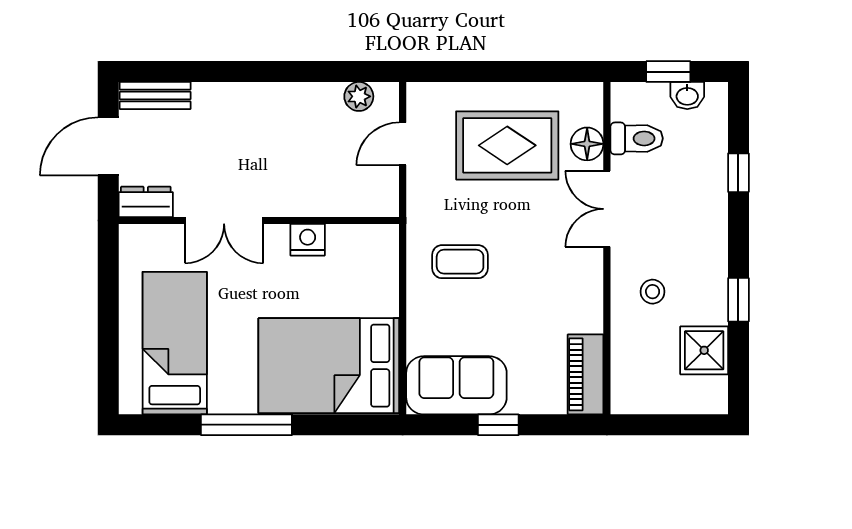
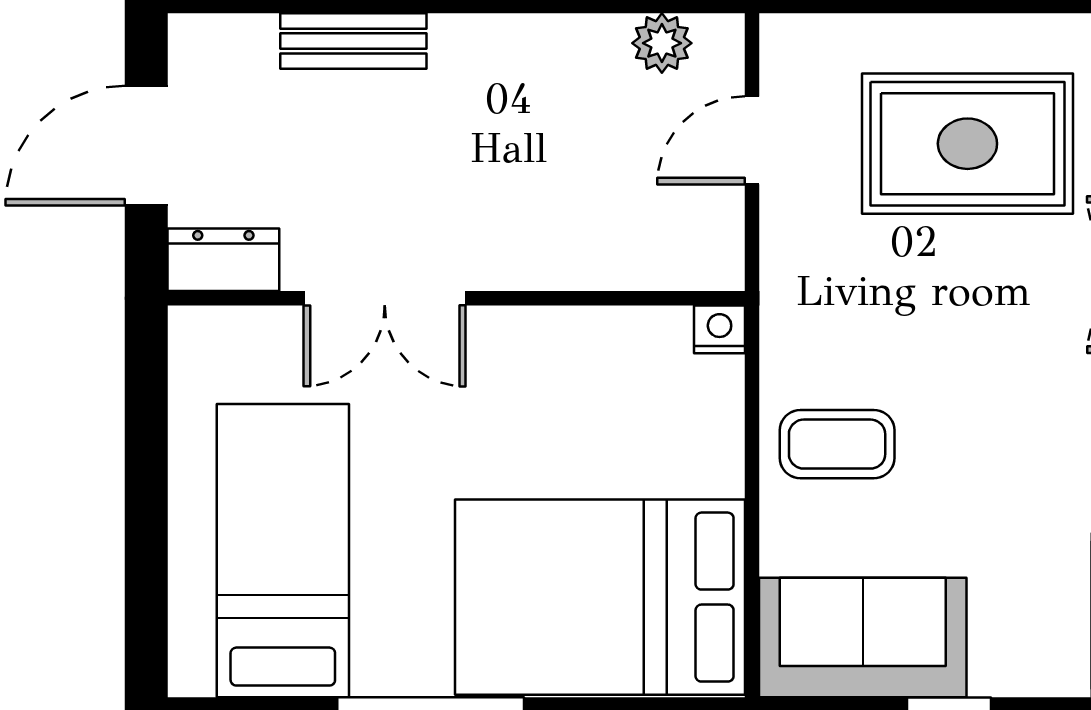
bench: (155, 96) -> (353, 41), moved
nightstand: (308, 240) -> (720, 329), moved, width x0.72, depth x0.74
coffee table: (460, 262) -> (837, 444), moved

